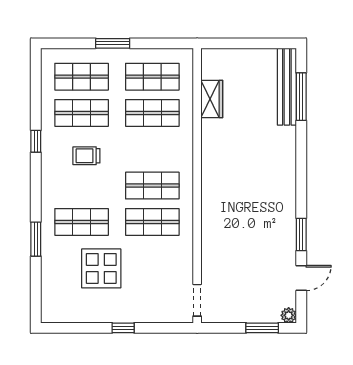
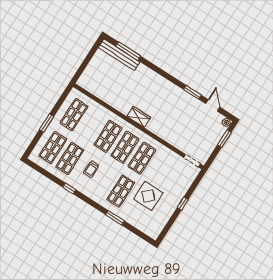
wardrobe: (212, 99) -> (139, 117), moved
shop shelf: (152, 113) -> (108, 136), moved

